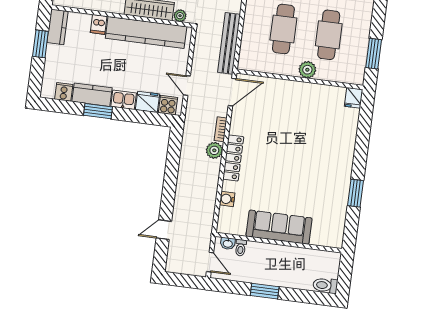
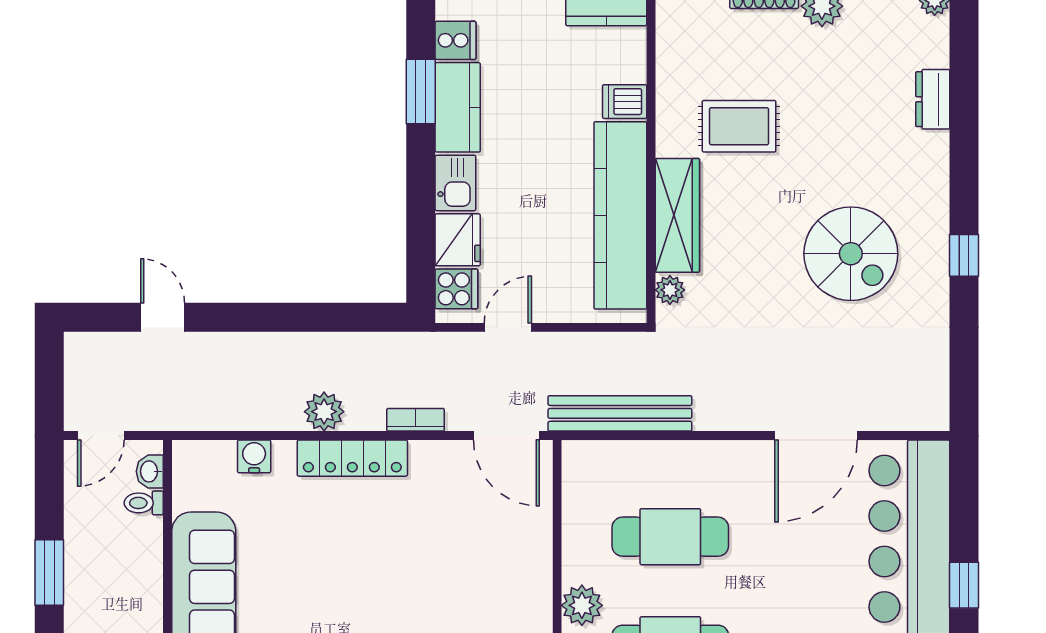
window: (98, 111) -> (421, 91), moved
plant: (214, 150) -> (324, 412), moved

